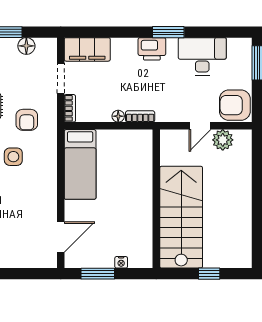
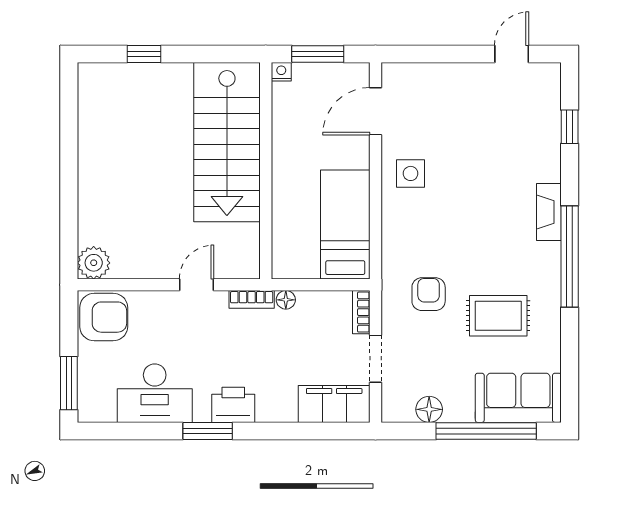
door: (200, 126) -> (197, 285), moved
plant: (223, 140) -> (94, 263), moved
side table: (13, 157) -> (411, 173), moved
wall: (156, 199) -> (266, 171), moved
stairs: (181, 217) -> (227, 142), moved

